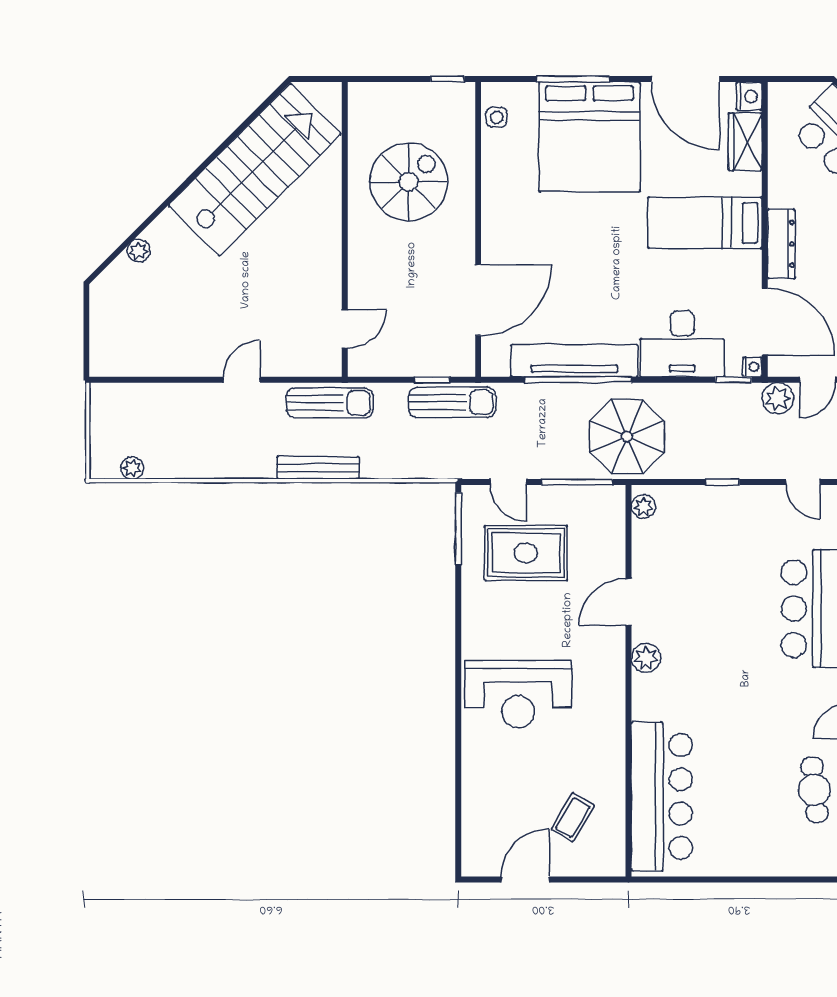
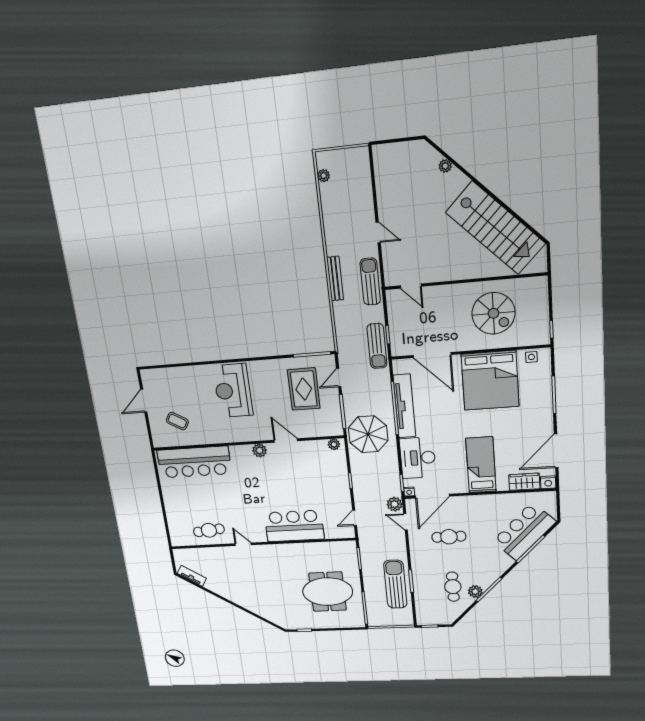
bed: (589, 137) -> (490, 380), moved, turned -90
dresser: (781, 244) -> (473, 502), removed
sun lounger: (330, 403) -> (370, 282), turned 180
door: (525, 879) -> (144, 401), swing flipped

